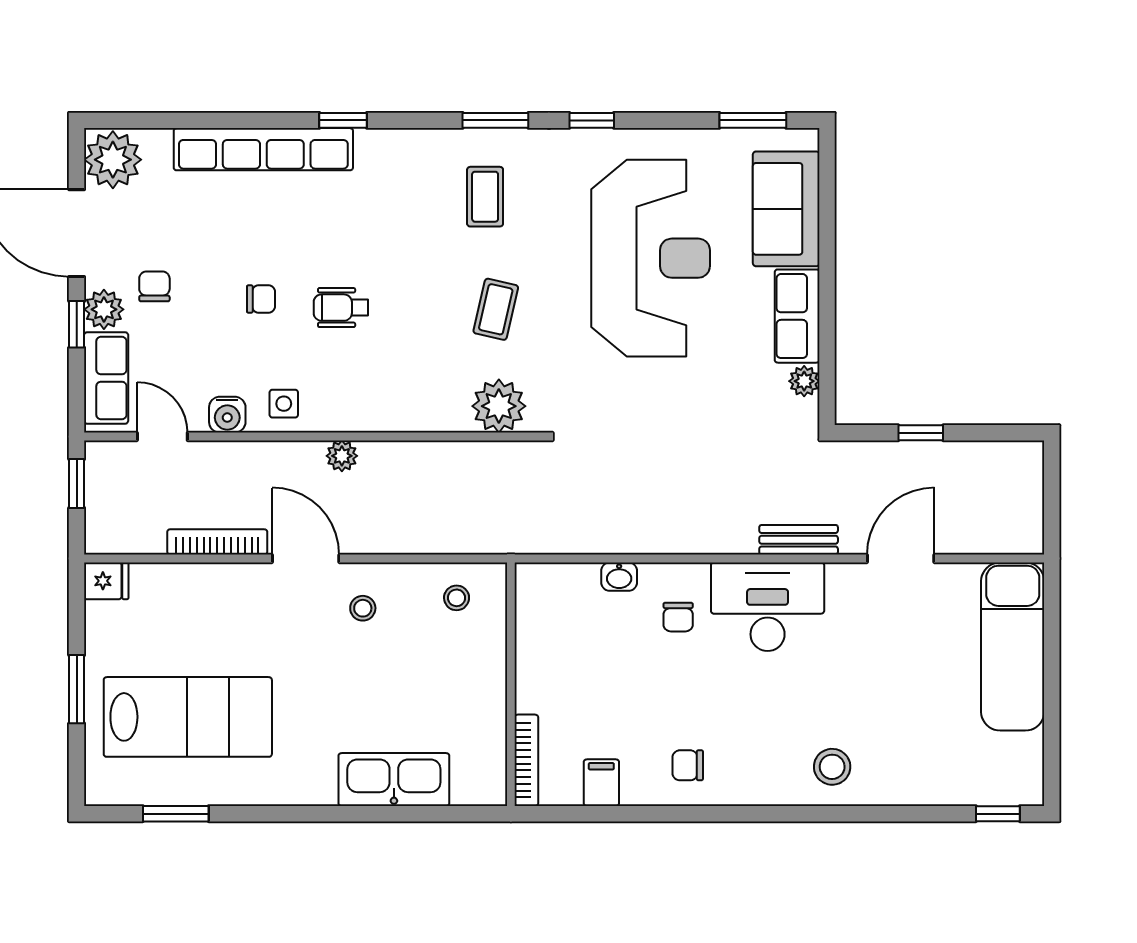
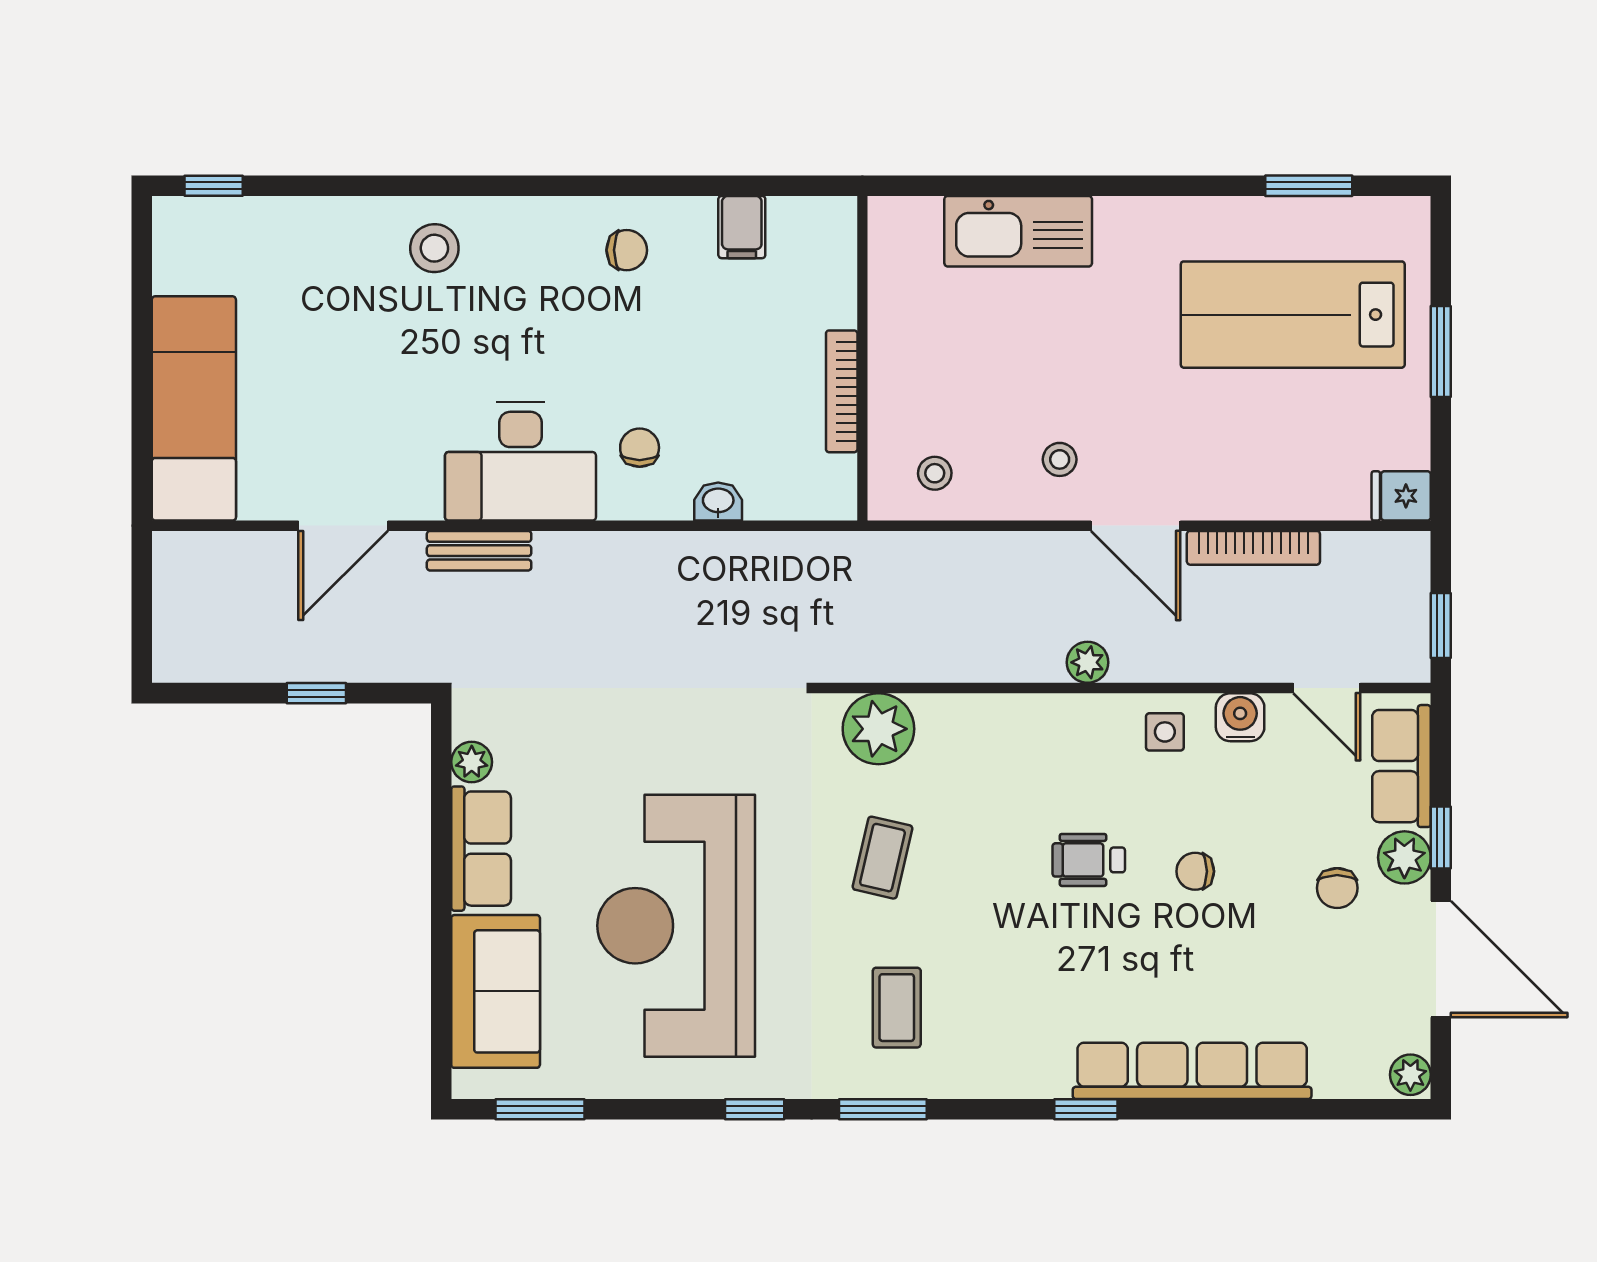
plant: (113, 160) -> (1410, 1075), width x0.53, depth x0.53
wheelchair: (341, 308) -> (1089, 860), turned 180
bookcase: (526, 760) -> (842, 391), moved

